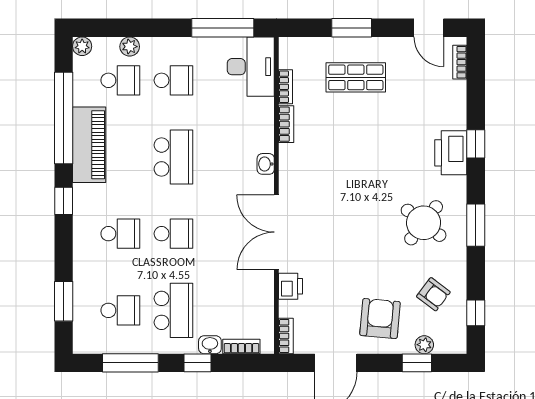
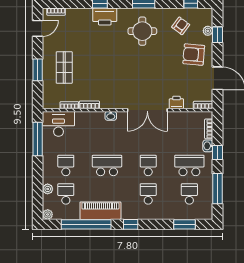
round table: (424, 223) -> (142, 31), turned -38

